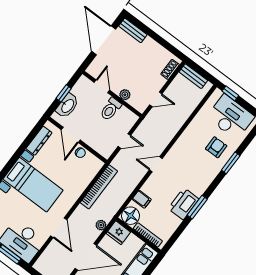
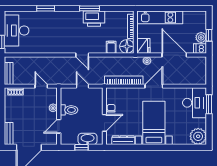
armchair: (216, 147) -> (43, 25), removed
door: (59, 228) -> (154, 86), moved

